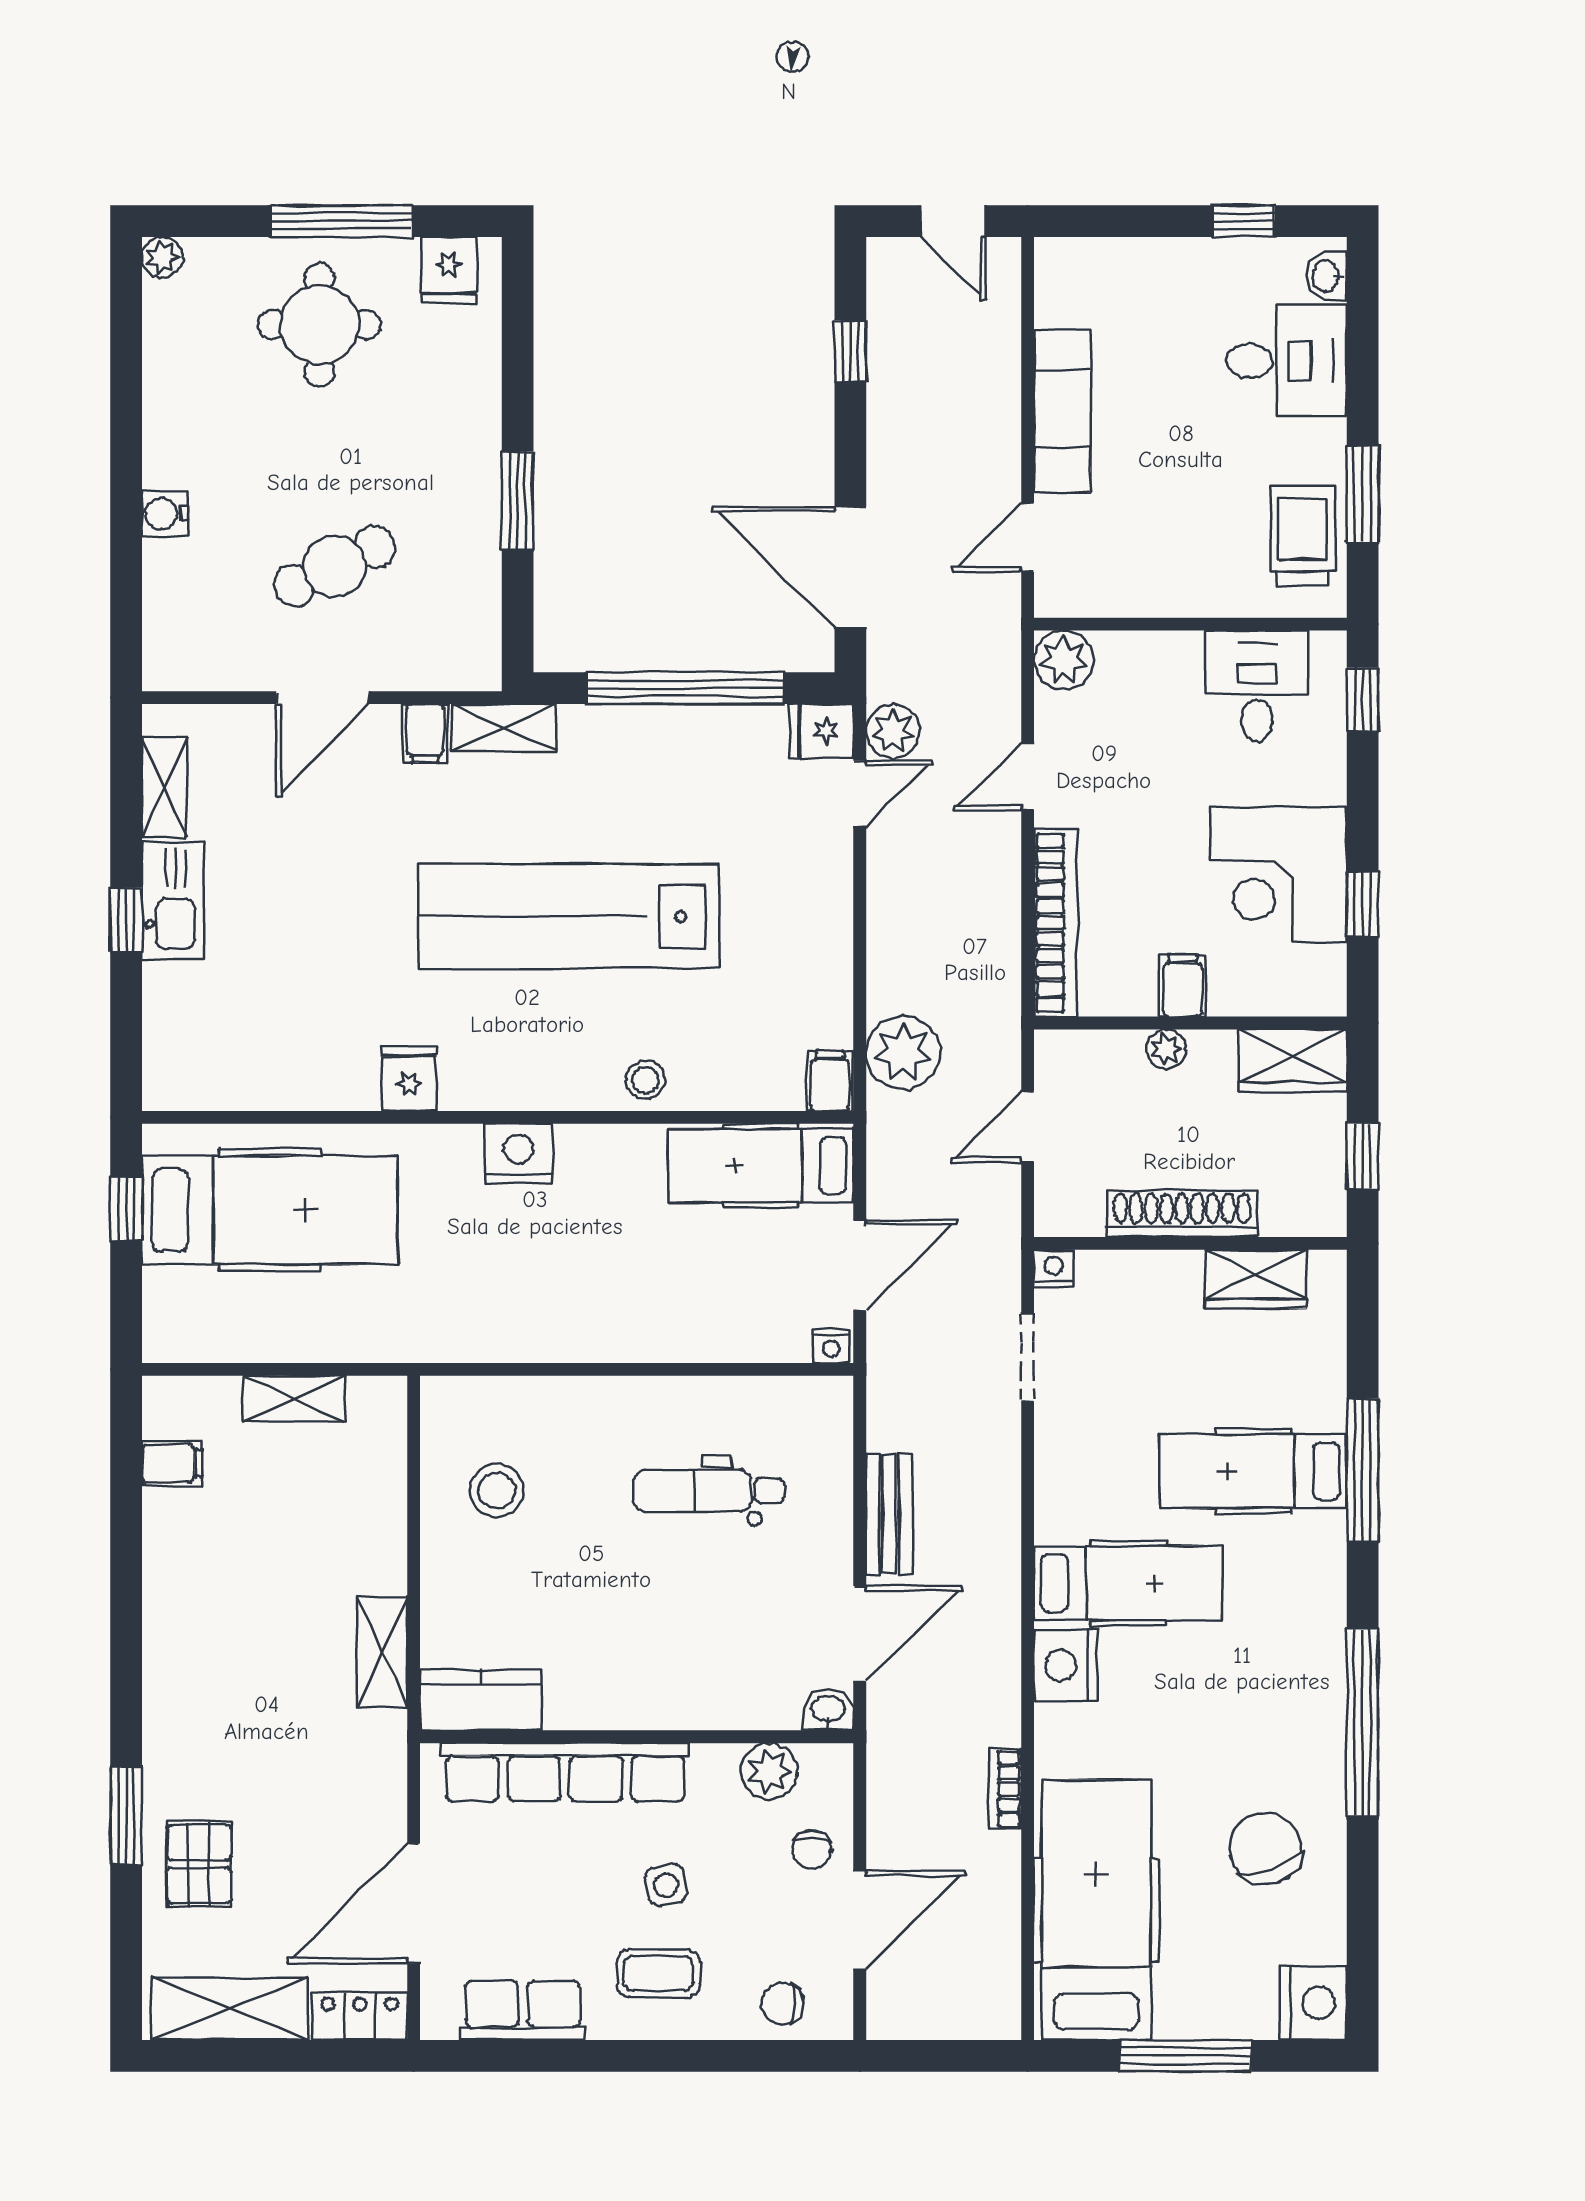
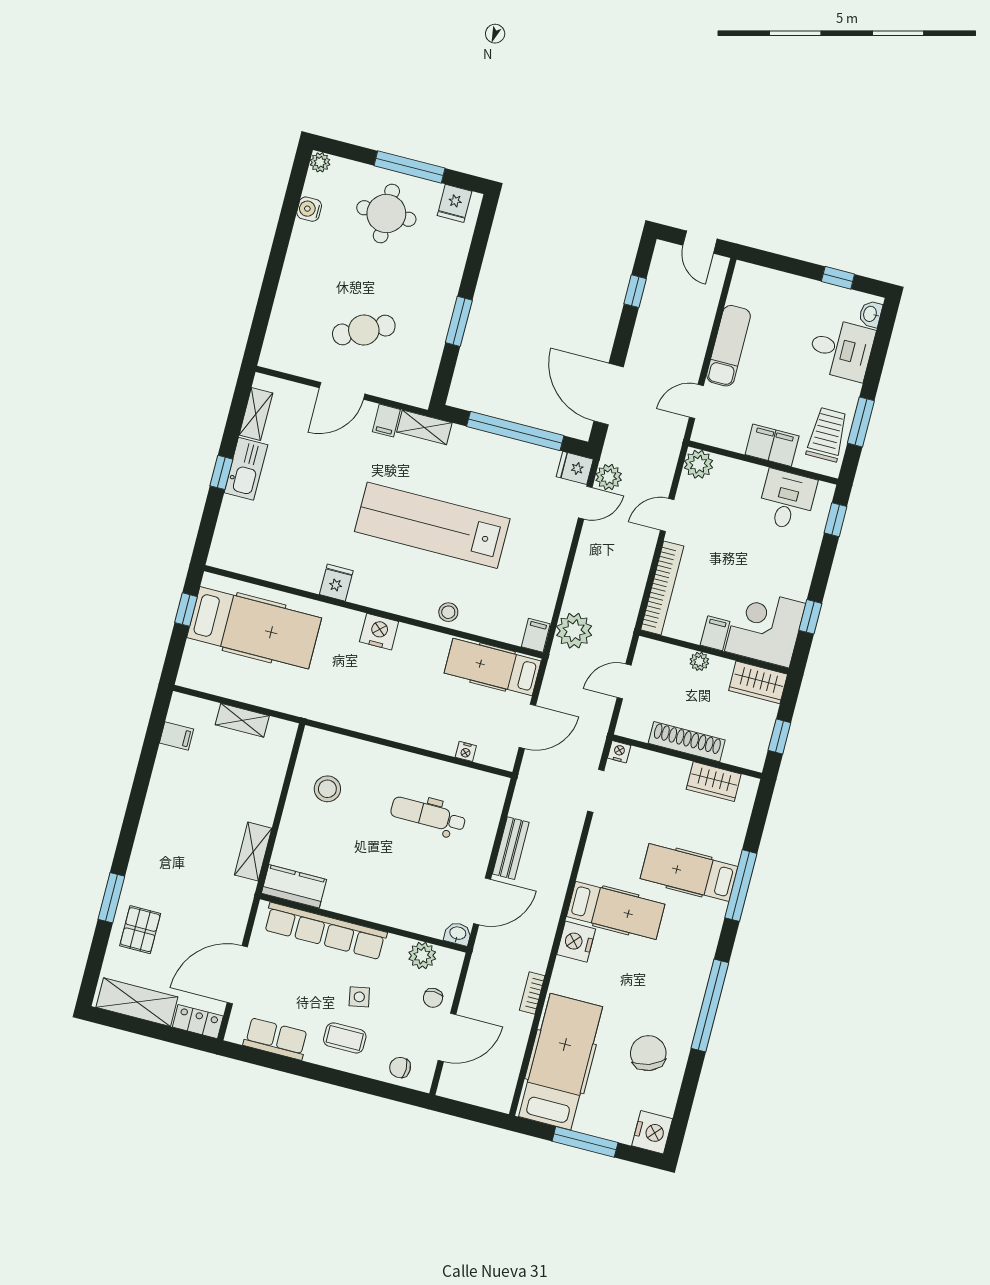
water cooler: (165, 513) -> (309, 209), moved
filing cabinet: (1199, 585) -> (772, 445), added
corner desk: (1279, 875) -> (765, 627), moved, turned 90
nightstand: (831, 1346) -> (466, 751), moved

